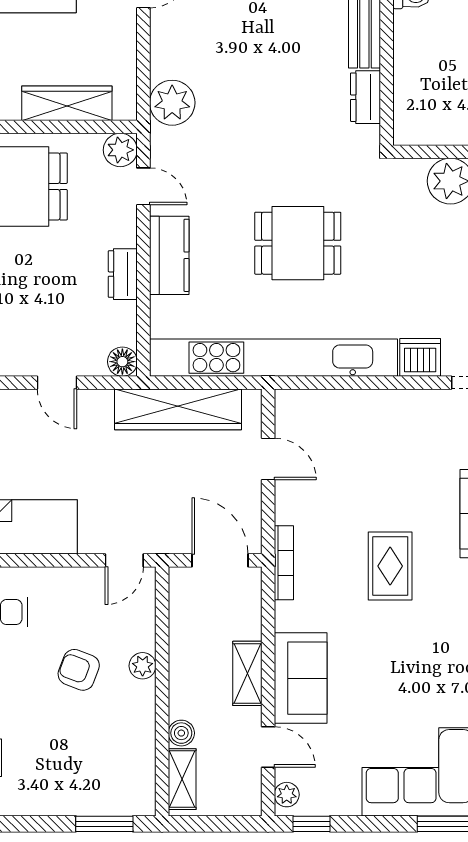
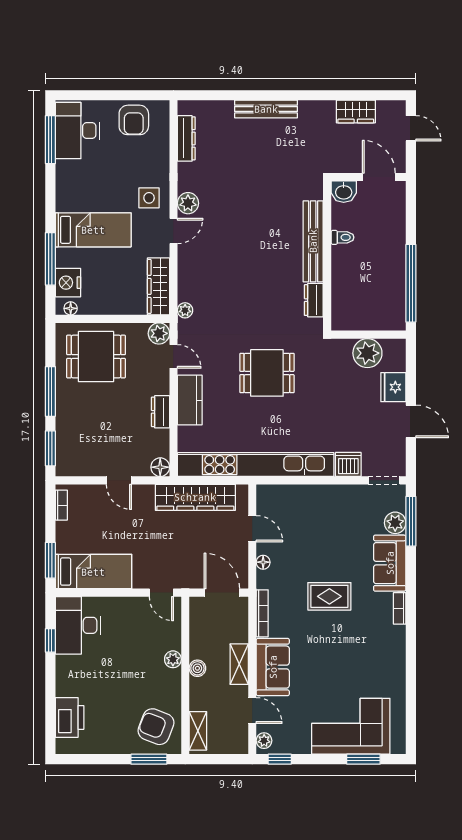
wardrobe: (67, 103) -> (159, 286), moved, turned -90
plant: (172, 103) -> (185, 310), width x0.53, depth x0.53
dining table: (298, 243) -> (267, 373), moved
floor lamp: (285, 512) -> (263, 562), added
door: (124, 560) -> (161, 593), hinge flipped
bookcase: (284, 563) -> (262, 613), moved
rug: (390, 566) -> (329, 596), turned 90
armchair: (79, 670) -> (156, 727), moved, width x1.38, depth x1.38
boiler: (181, 733) -> (197, 668), moved

